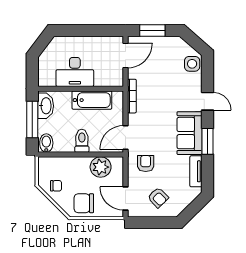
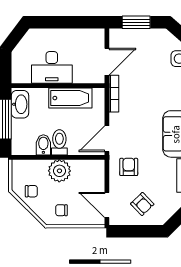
door: (125, 56) -> (107, 62), moved
bidet: (46, 143) -> (43, 145), moved
plant: (101, 167) -> (59, 171), moved
chair: (84, 203) -> (61, 210), width x0.54, depth x0.54

